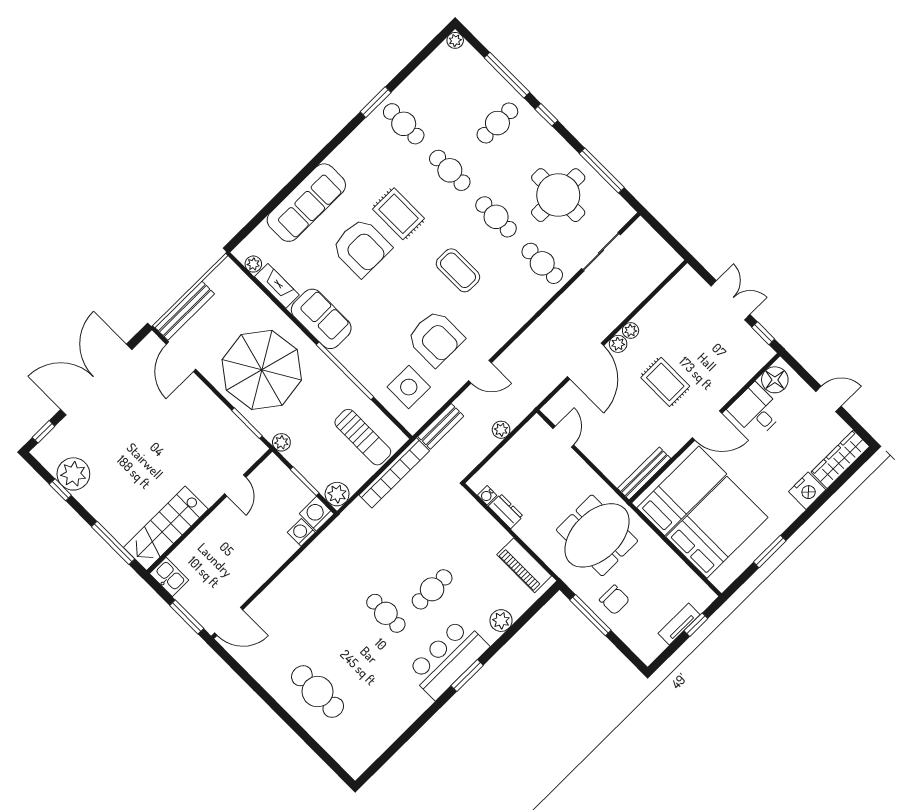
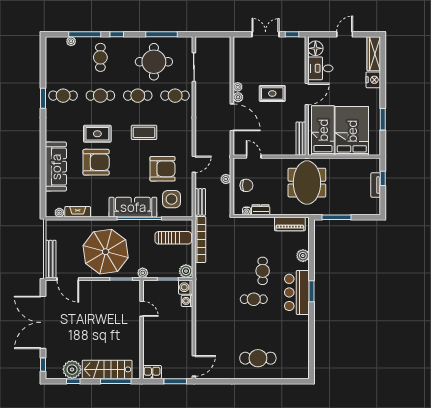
plant: (455, 40) -> (71, 41), moved
sofa: (321, 319) -> (133, 207), moved, width x1.36
stairs: (166, 528) -> (107, 369), moved, turned 90
chair: (614, 600) -> (246, 185), moved

